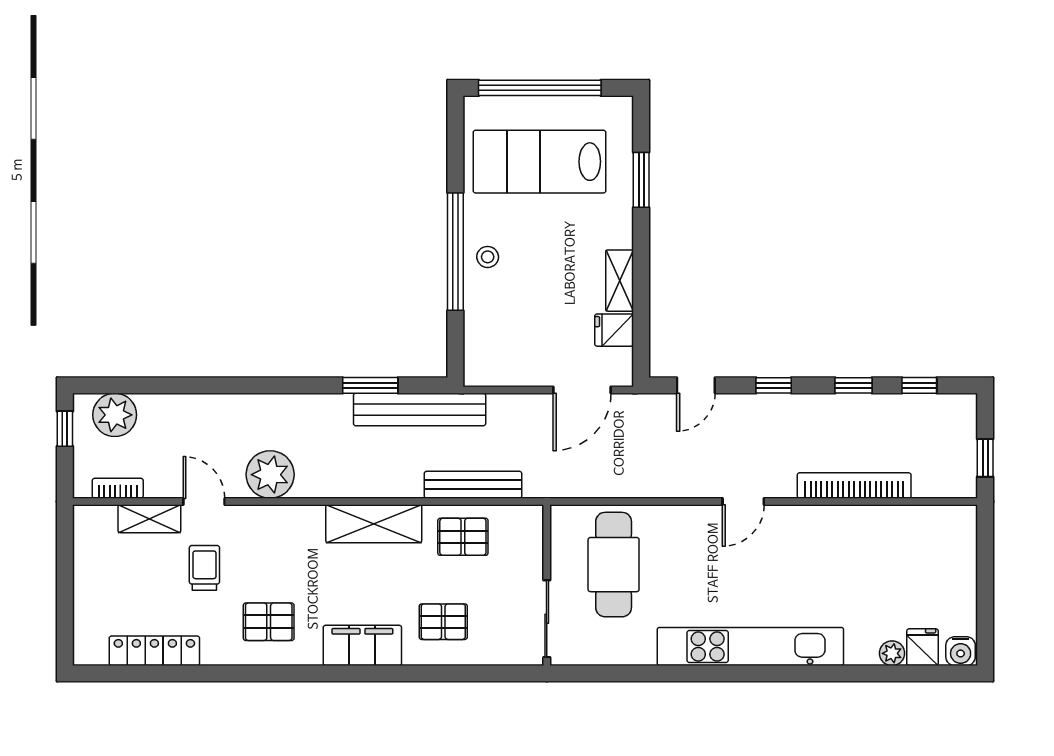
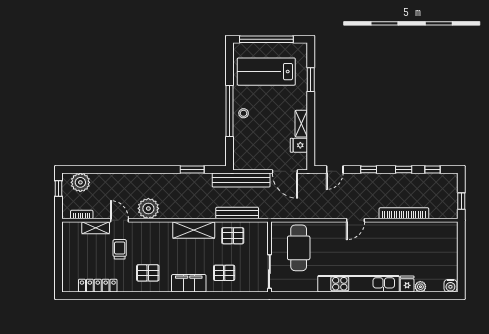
door: (582, 390) -> (285, 171), hinge flipped
bench: (420, 409) -> (241, 180), moved
fridge: (922, 647) -> (407, 284), moved

